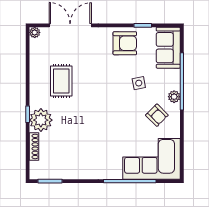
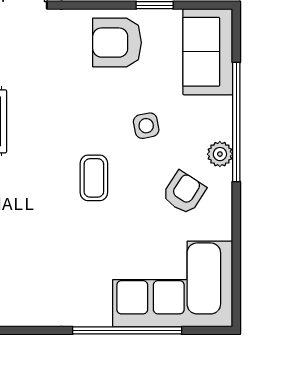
armchair: (125, 43) -> (117, 43), turned 180
coffee table: (114, 108) -> (94, 178), added
armchair: (157, 115) -> (184, 193), turned -102

